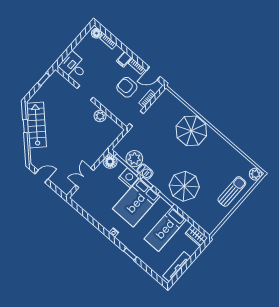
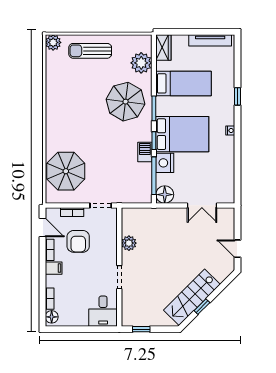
parasol: (191, 131) -> (66, 171), moved
plant: (134, 159) -> (141, 63), moved

